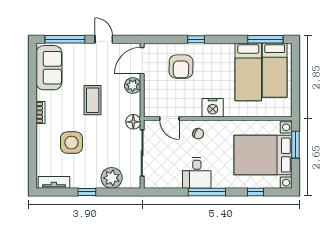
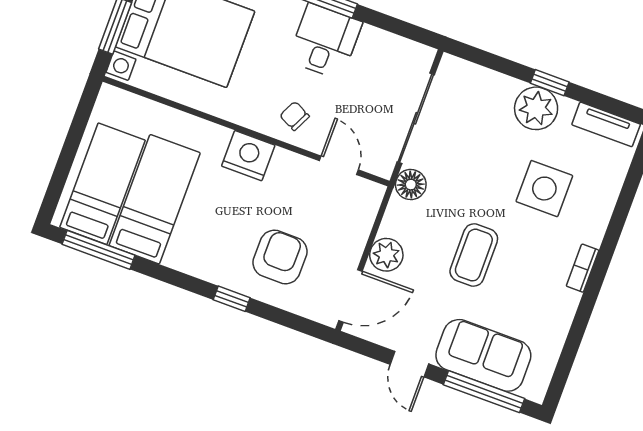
sofa: (49, 68) -> (483, 355), moved, turned 90
plant: (112, 178) -> (536, 108), moved

